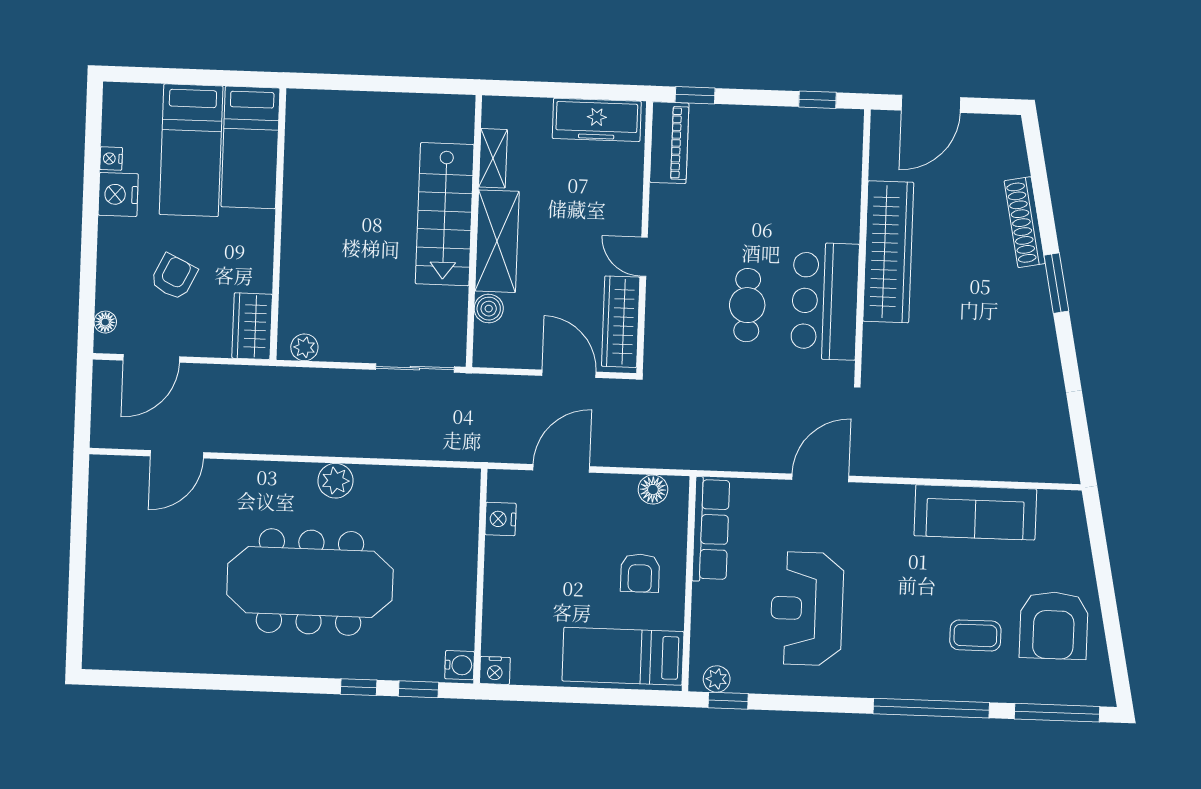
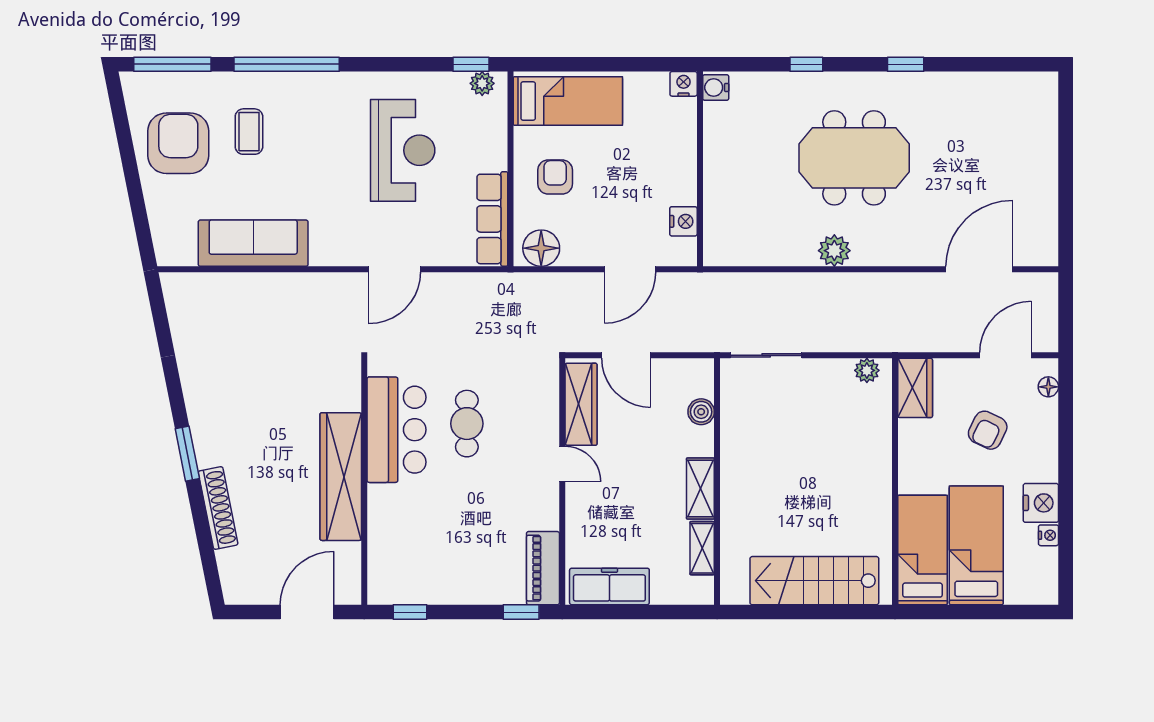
stairs: (445, 214) -> (814, 581), moved, turned -90
shelving: (497, 241) -> (700, 489), width x0.67, depth x0.75
door: (177, 454) -> (979, 269), width x1.36
floor lamp: (653, 490) -> (541, 248), width x1.38, depth x1.38
meeting table: (310, 582) -> (854, 158), width x0.73
coffee table: (975, 635) -> (249, 132), turned 90
window: (418, 689) -> (906, 64), moved

